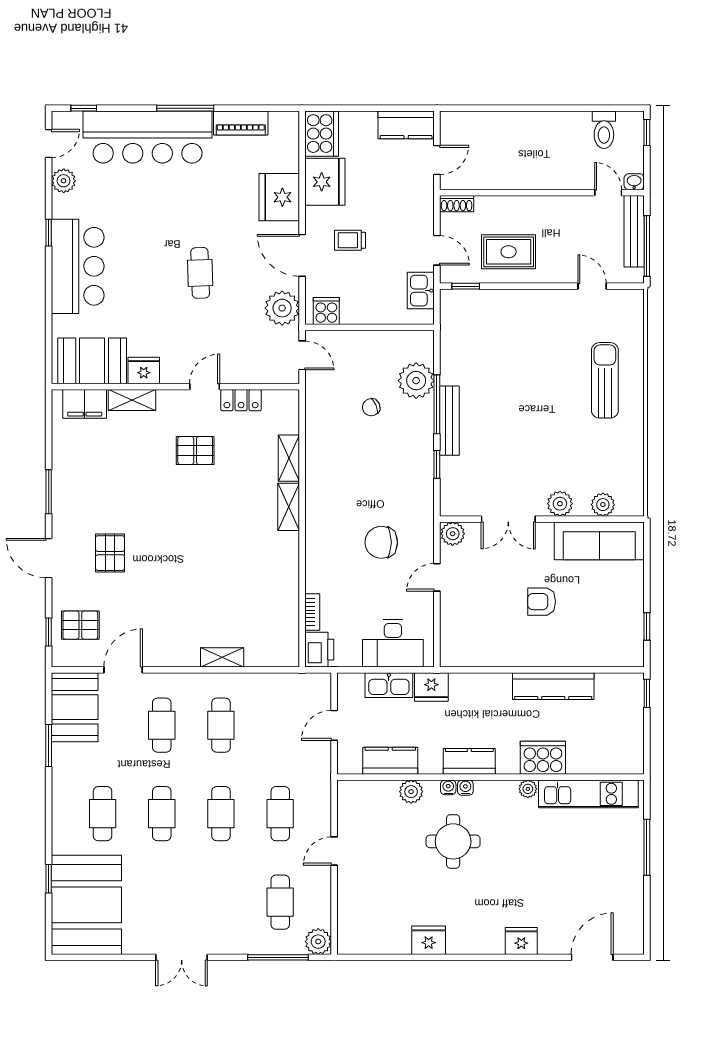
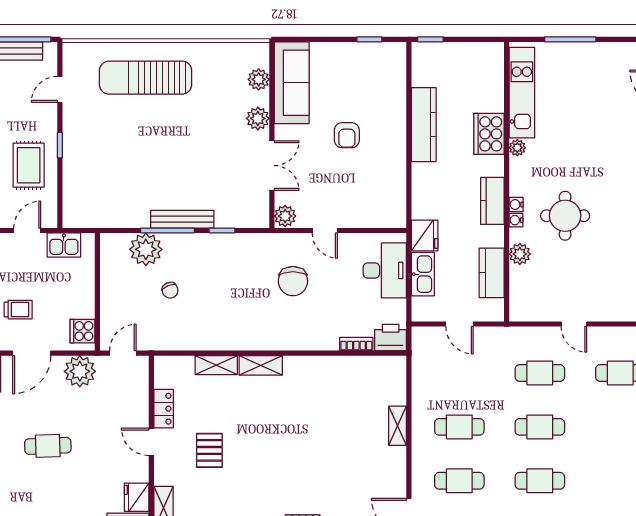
trolley: (350, 240) -> (18, 310), turned -90
window: (466, 286) -> (60, 145), moved
sun lounger: (605, 380) -> (146, 78), width x1.36, depth x1.34

